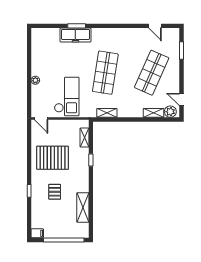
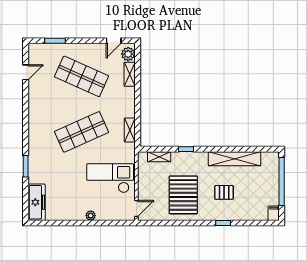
freezer: (75, 35) -> (37, 202), moved
shop shelf: (105, 73) -> (82, 132), turned -33
shelving: (83, 207) -> (234, 159), width x1.47

